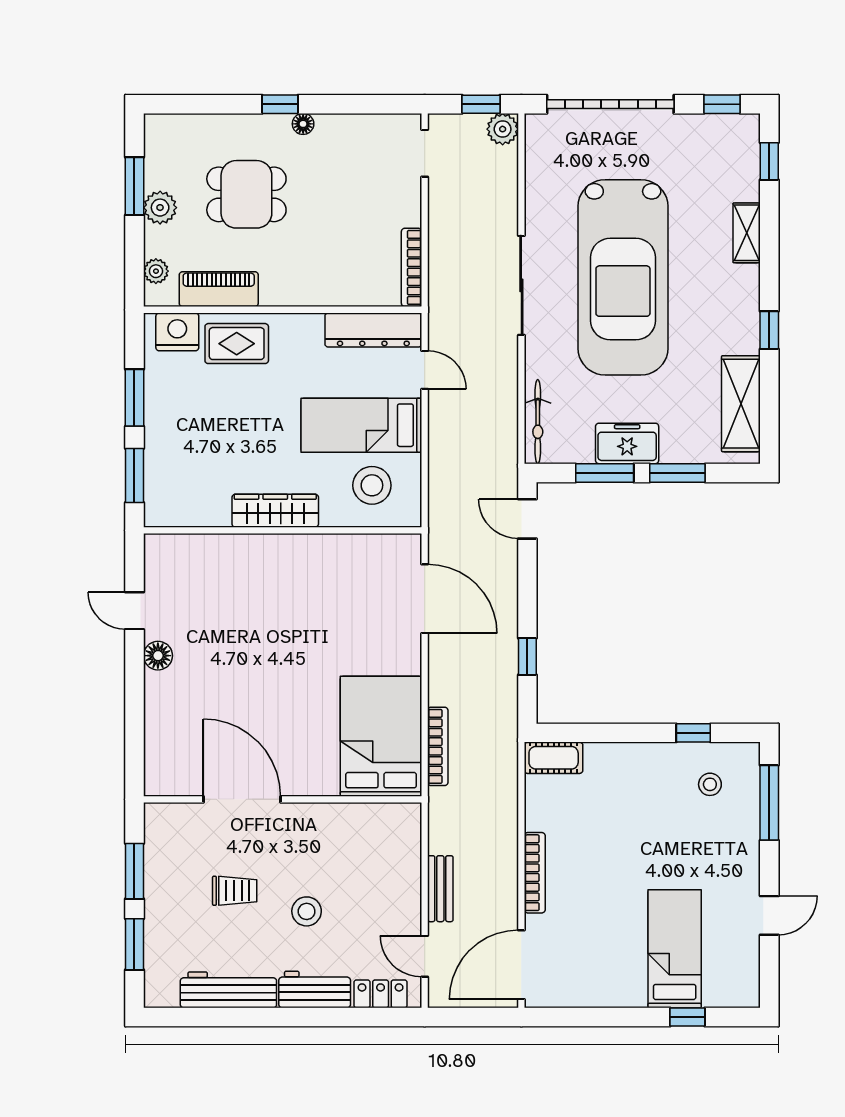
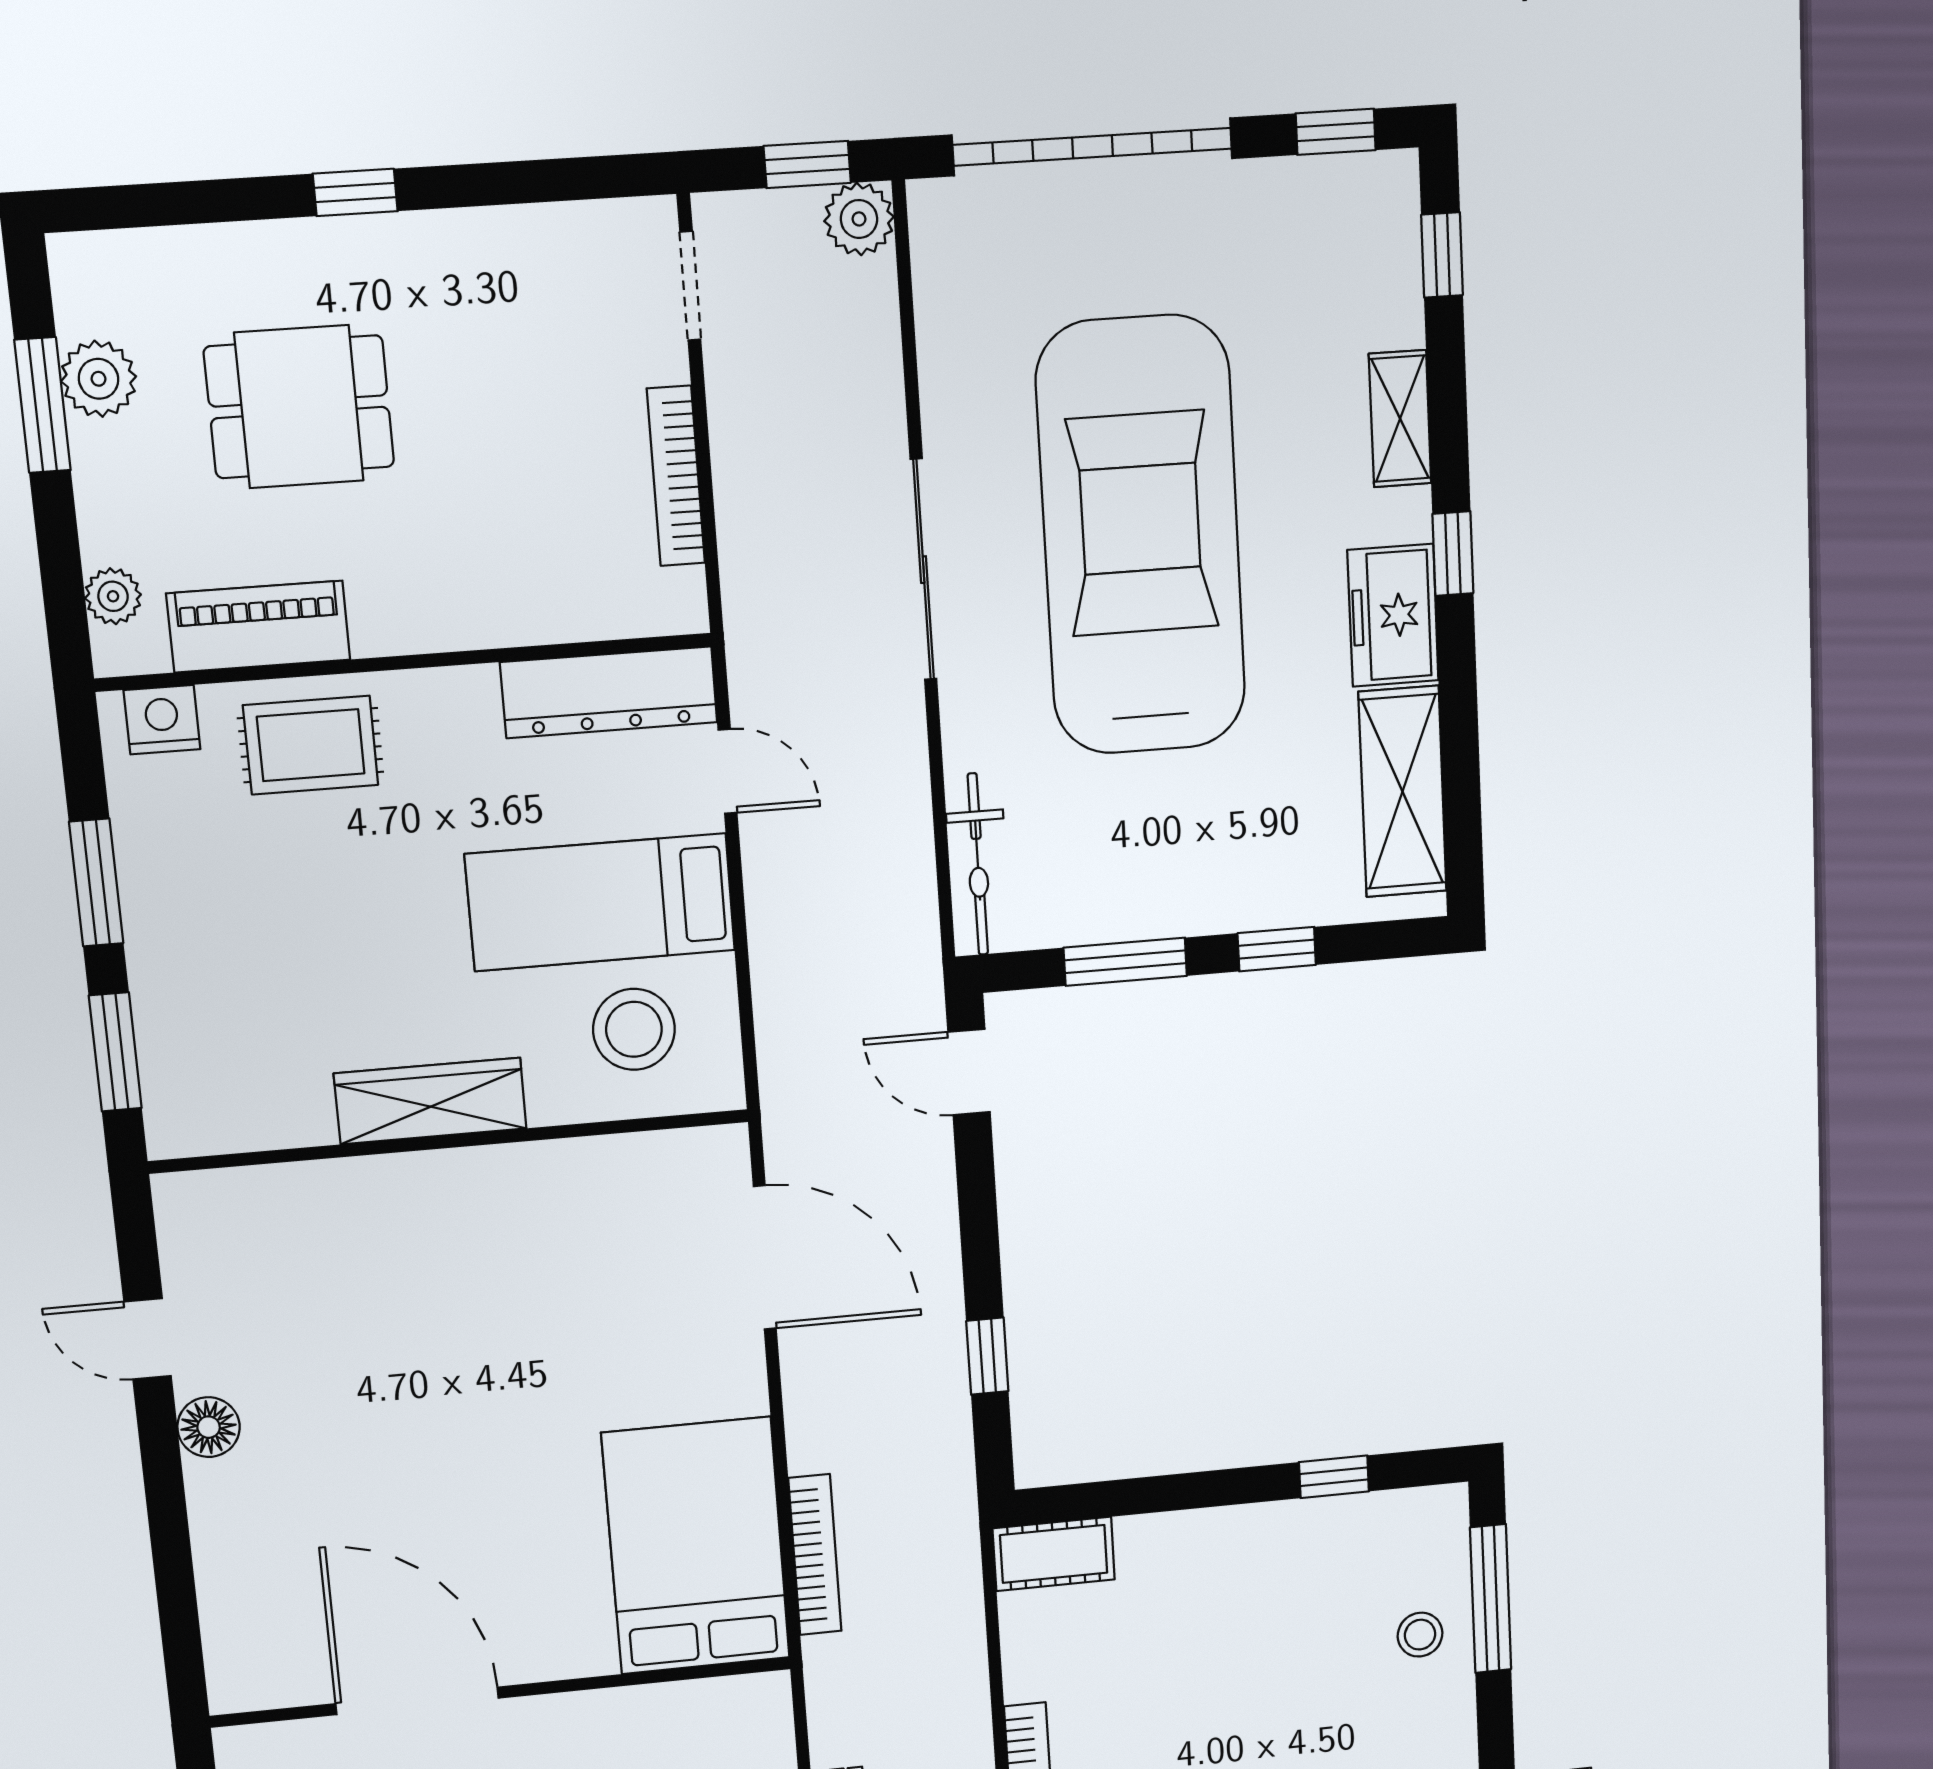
floor lamp: (303, 124) -> (412, 235), removed
plant: (160, 208) -> (99, 379), moved
bookcase: (412, 267) -> (676, 476), moved
car: (623, 277) -> (1141, 536), turned 180
window: (769, 330) -> (1453, 554), moved
nightstand: (177, 332) -> (162, 720), width x0.74, depth x0.75
freezer: (627, 443) -> (1393, 615), moved, turned -90
window: (677, 473) -> (1277, 949), width x0.67
stool: (710, 784) -> (1420, 1635), moved

